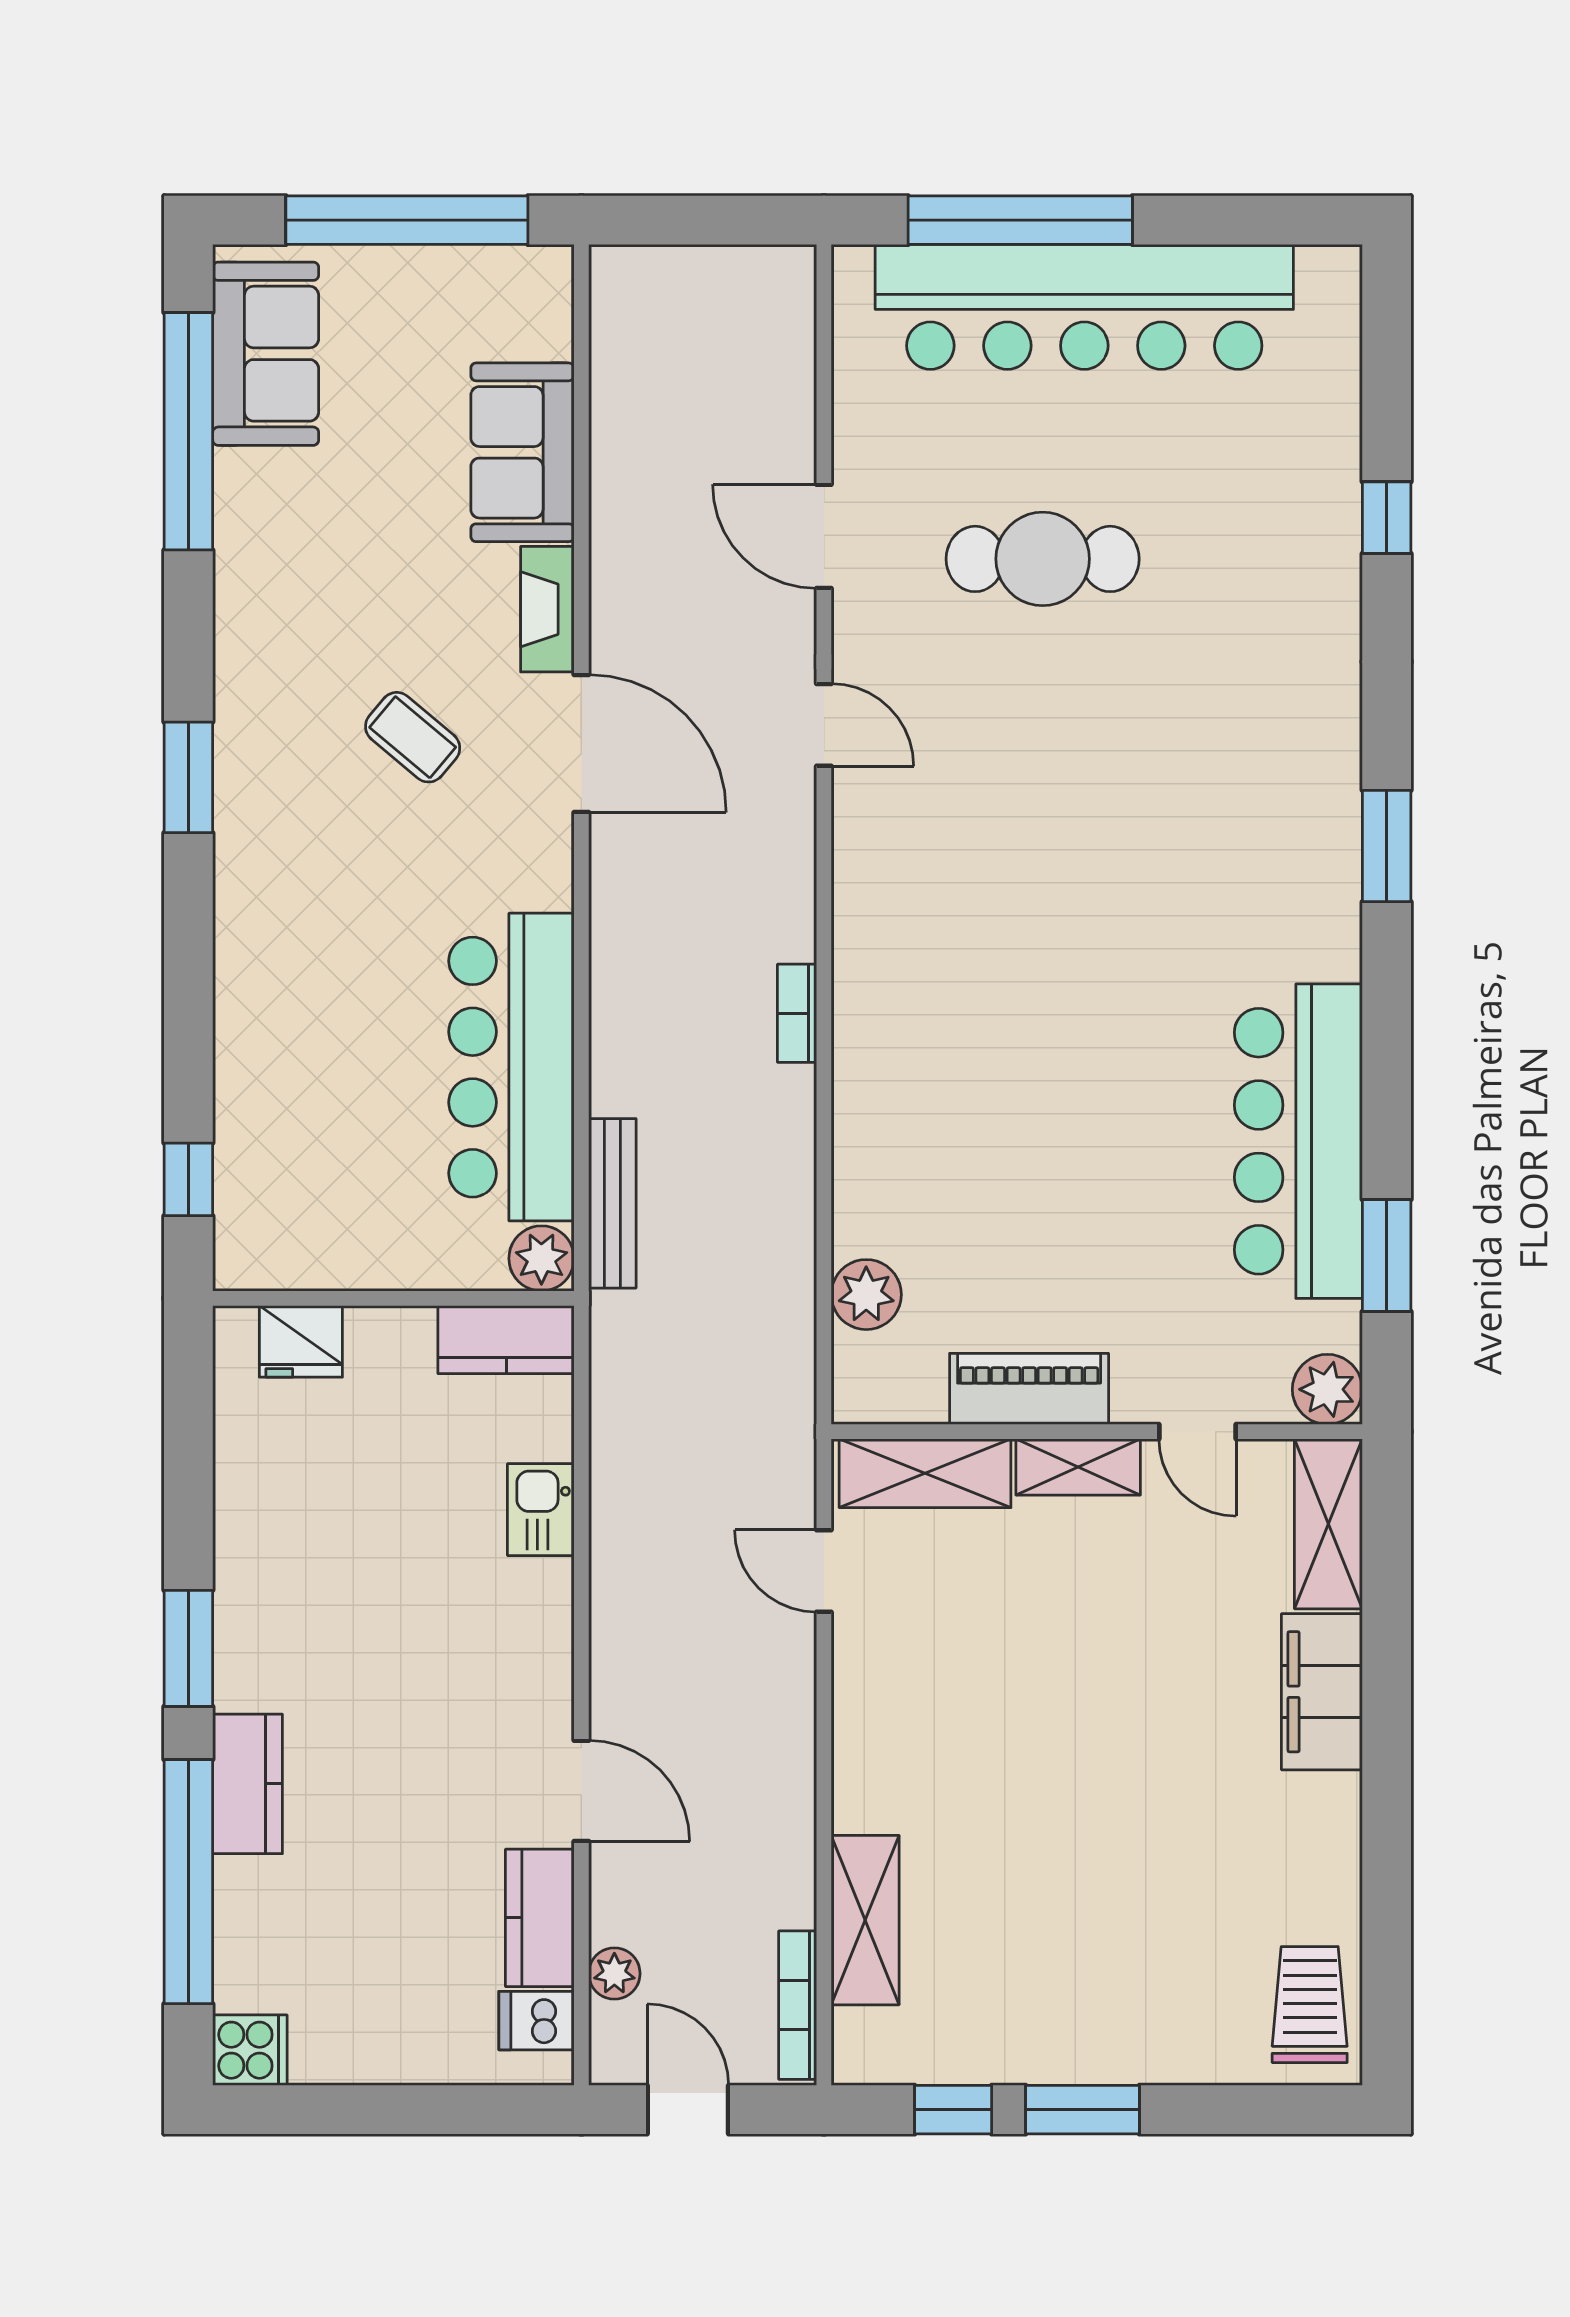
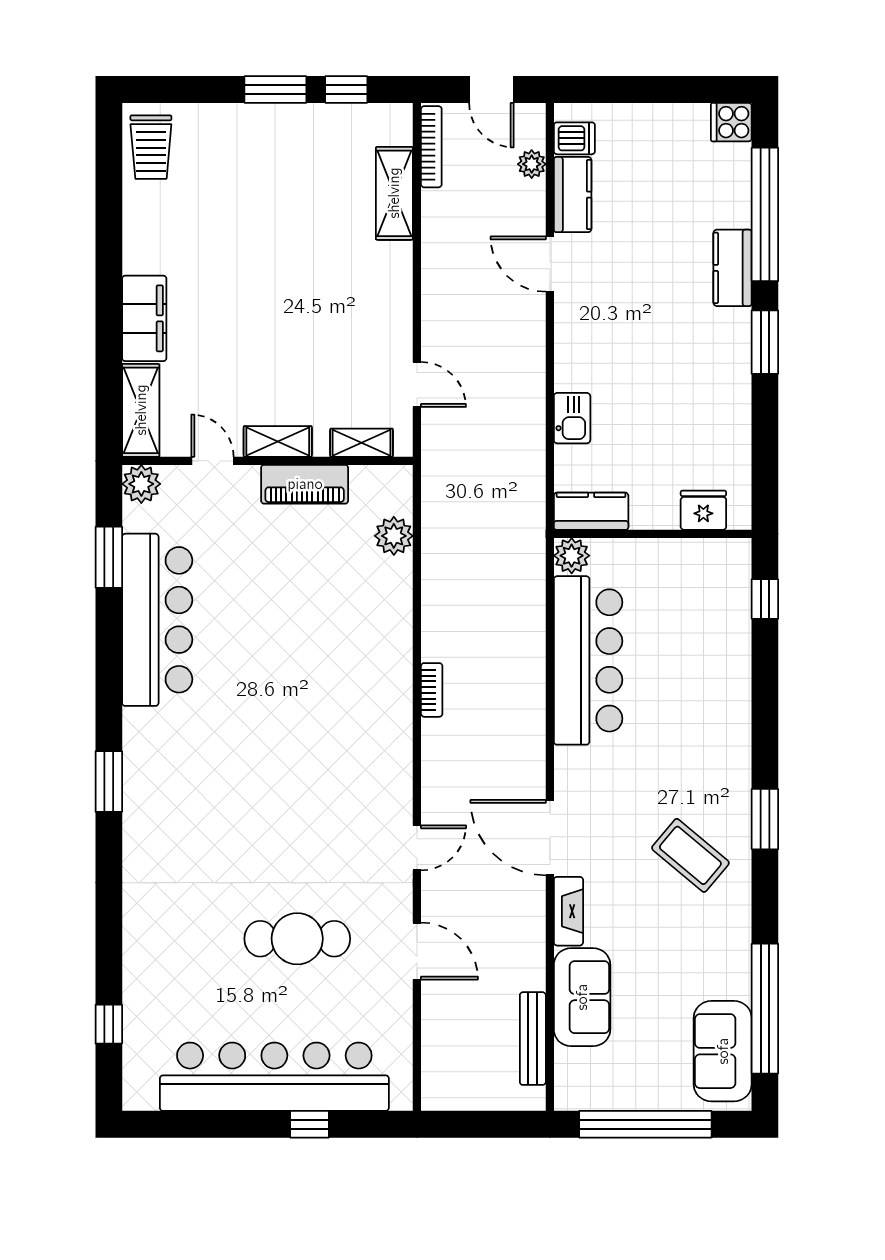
window: (1020, 220) -> (309, 1124), width x0.32
window: (1387, 518) -> (109, 1024), moved
door: (824, 725) -> (417, 848), swing flipped
coffee table: (413, 737) -> (690, 855), moved, width x1.36, depth x1.30
bench: (612, 1203) -> (533, 1039), moved
shelving: (925, 1473) -> (362, 443), width x0.67, depth x0.75

